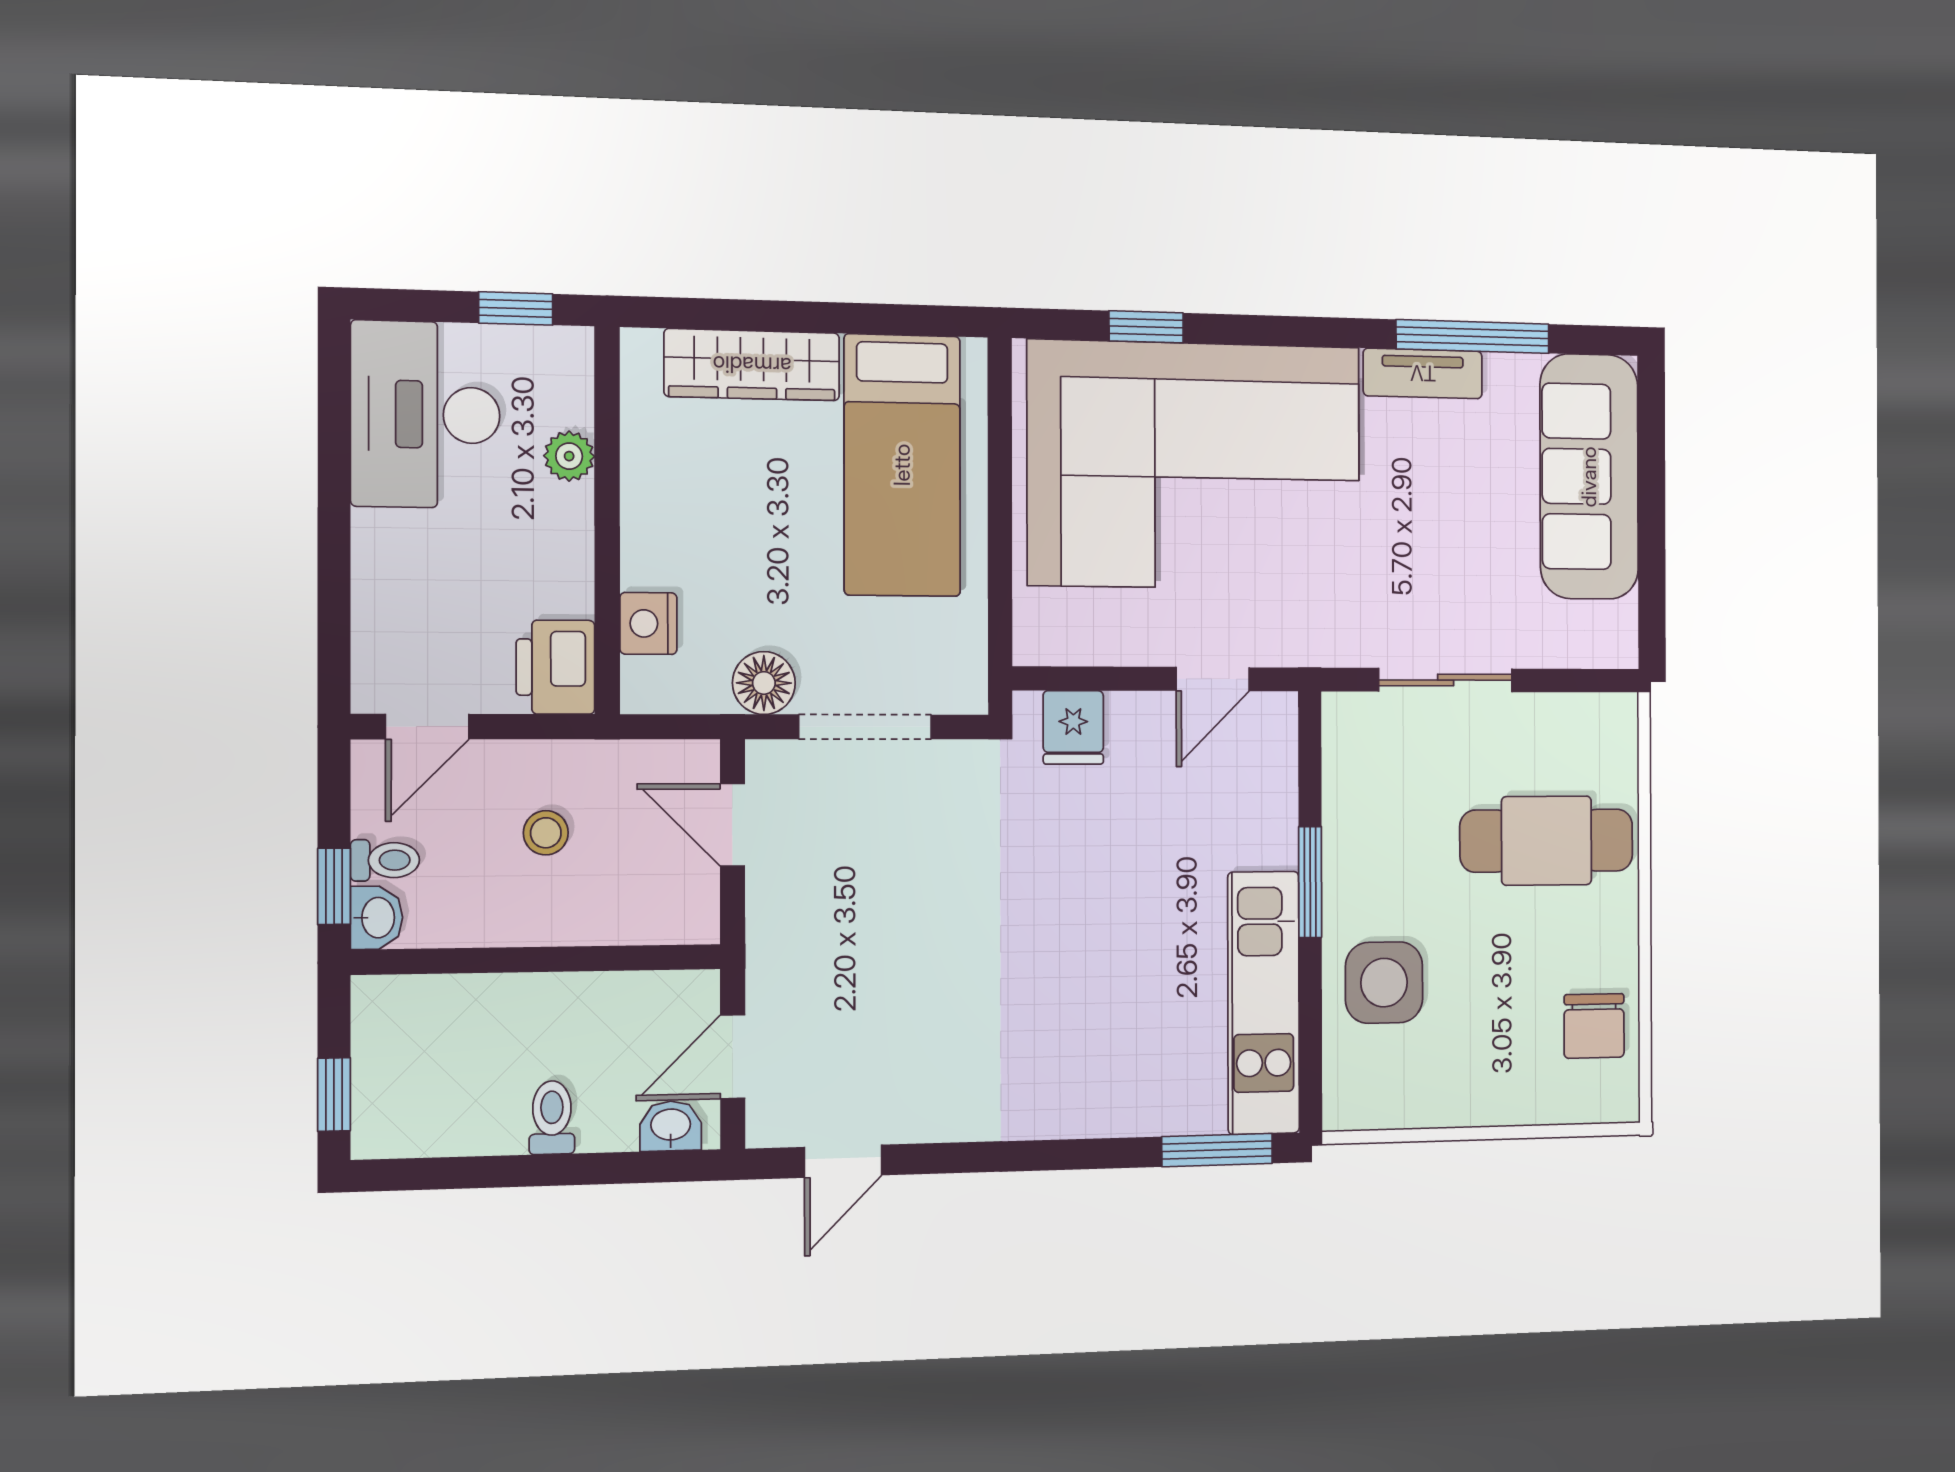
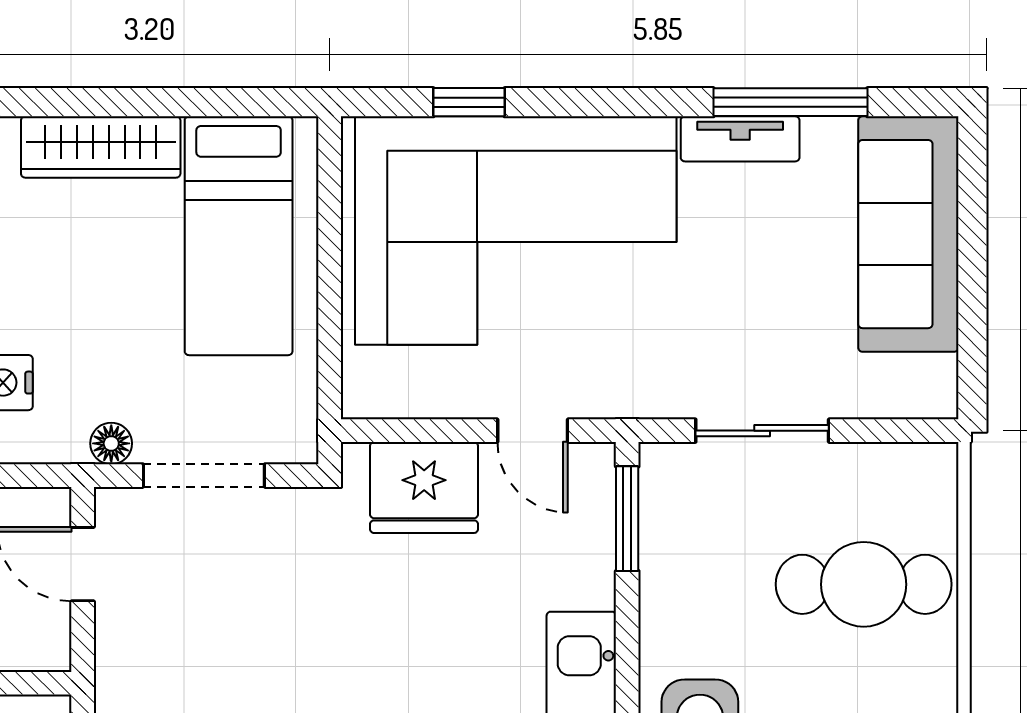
door: (1213, 679) -> (533, 431), hinge flipped
floor lamp: (764, 683) -> (111, 443), width x0.73, depth x0.73
fridge: (1073, 727) -> (424, 487), width x1.88, depth x1.34
window: (1310, 882) -> (627, 519), moved

